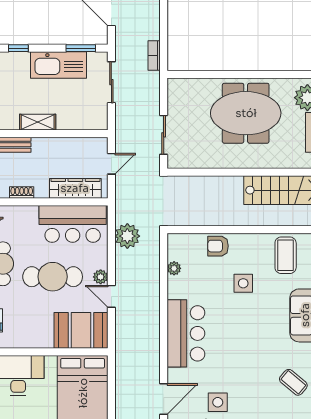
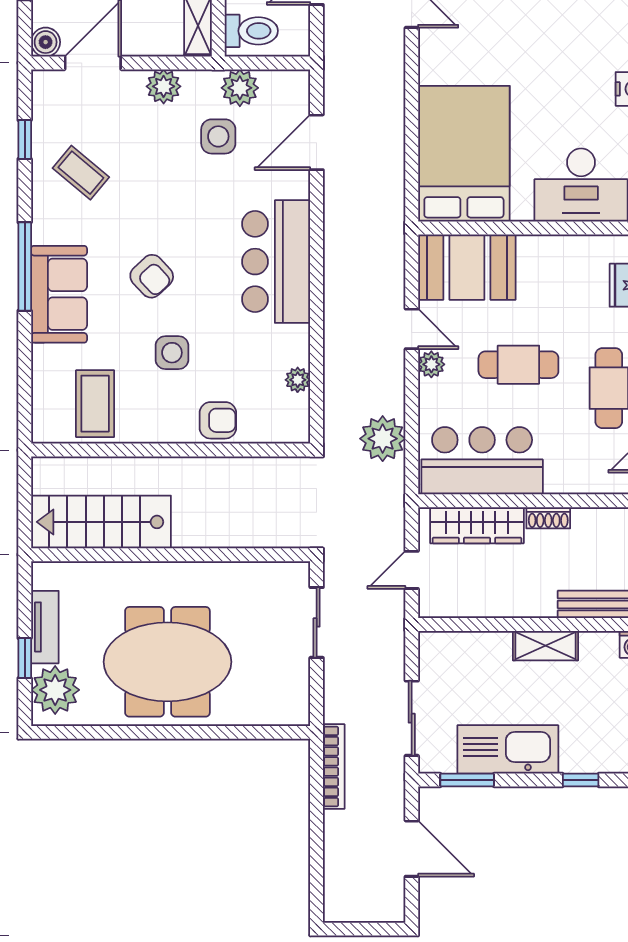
bookcase: (154, 56) -> (334, 767), width x1.56
shoe rack: (22, 192) -> (548, 518), moved
cafe table: (53, 277) -> (518, 365), width x0.73, depth x0.74
armchair: (254, 325) -> (152, 276), added

